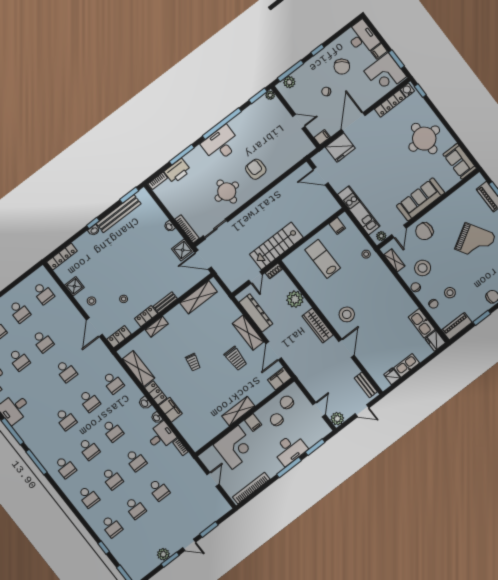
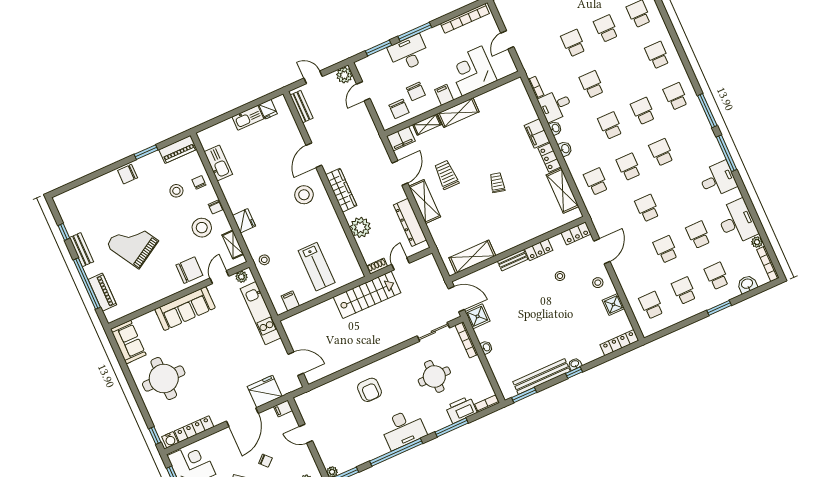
round table: (227, 192) -> (434, 376), moved
shelving: (157, 327) -> (427, 125), moved
fridge: (435, 341) -> (244, 221), moved
school desk: (112, 478) -> (625, 70), removed

